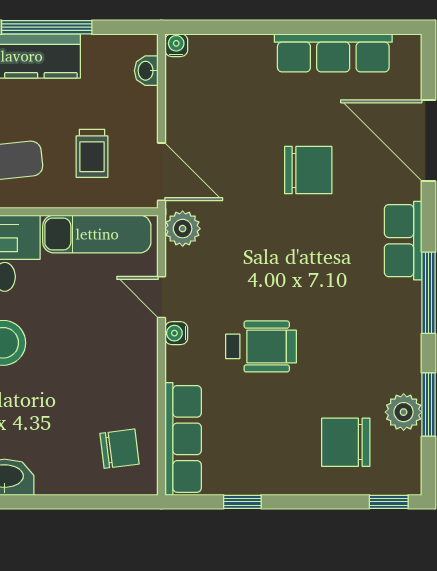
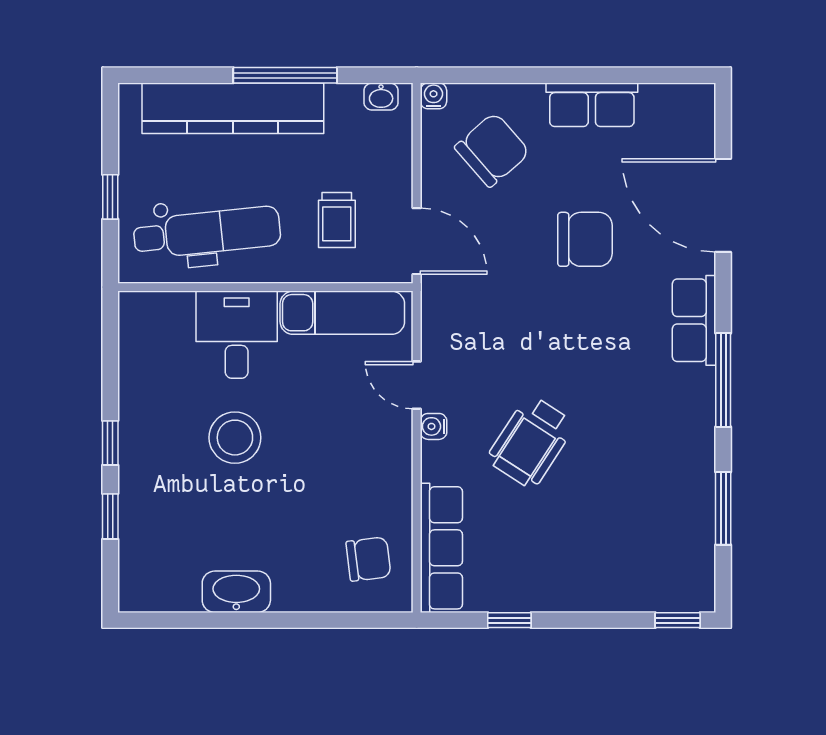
row of seats: (333, 53) -> (592, 105), width x0.68
washbasin: (146, 71) -> (381, 97), moved, turned -90
plant: (183, 229) -> (441, 306), removed
wheelchair: (261, 346) -> (531, 442), turned 123
plant: (404, 412) -> (694, 517), removed
chair: (346, 442) -> (492, 150), moved, turned 139

